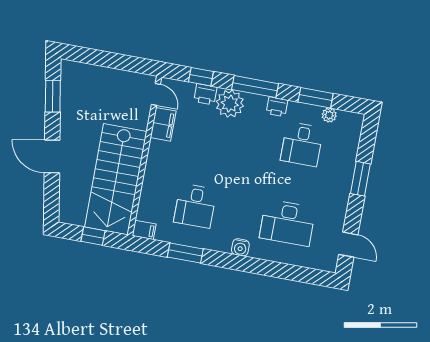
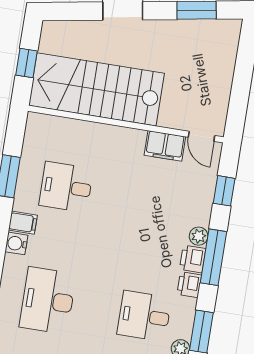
door: (156, 94) -> (201, 136), hinge flipped
printer: (205, 94) -> (193, 259), moved
plant: (230, 104) -> (199, 236), width x0.53, depth x0.53
filing cabinet: (144, 230) -> (23, 223), moved, turned -90

